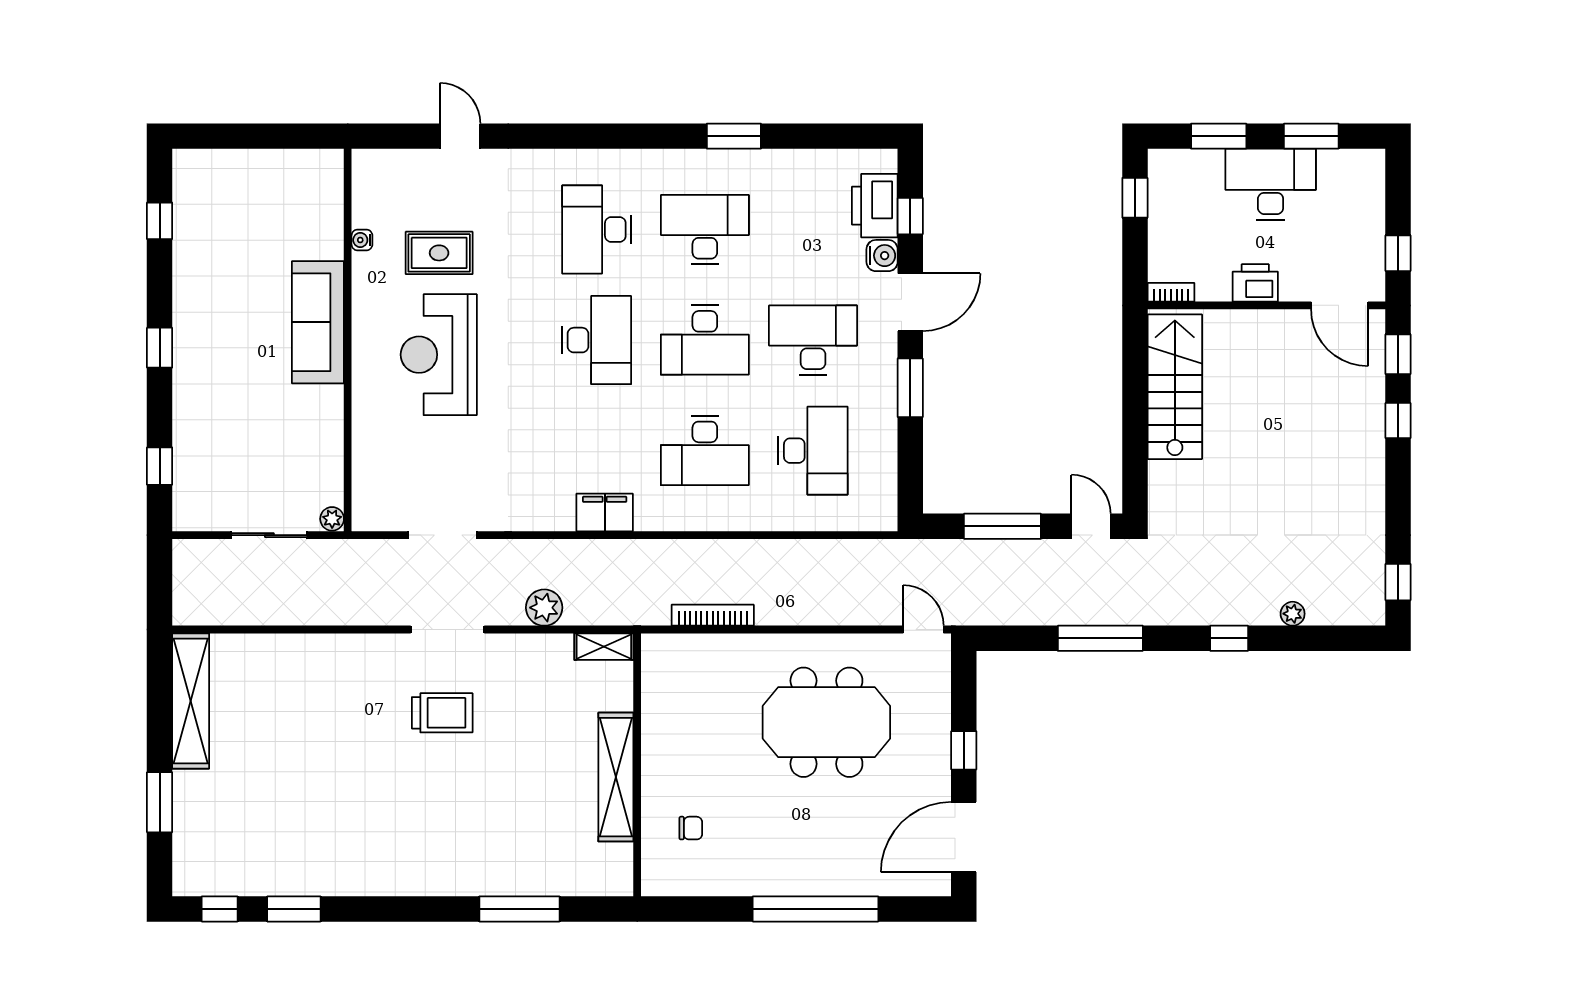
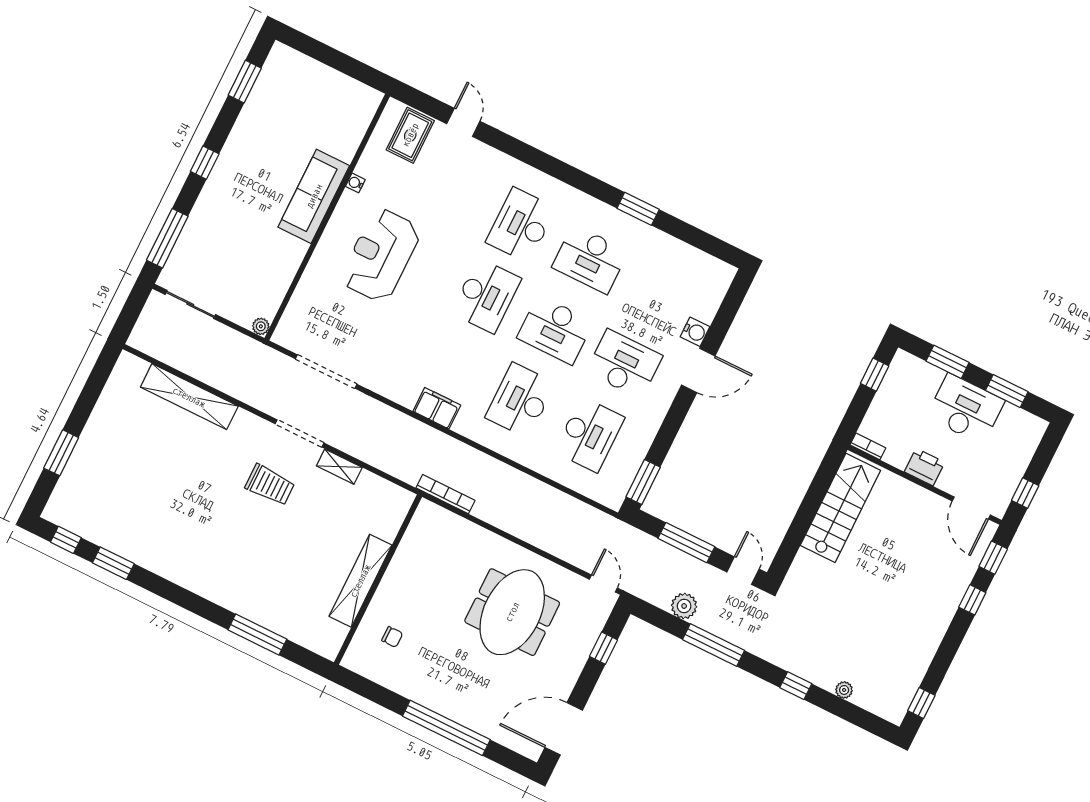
printer: (875, 206) -> (706, 298), removed
window: (910, 216) -> (725, 315), removed
window: (160, 221) -> (245, 82), width x1.50
desk: (705, 230) -> (590, 259), turned 180
water cooler: (362, 240) -> (355, 183), moved
rug: (439, 253) -> (410, 135), moved, turned 90
window: (910, 388) -> (643, 482), moved
desk: (705, 451) -> (520, 400), turned 90
window: (160, 466) -> (167, 238), width x2.17
sliding door: (269, 535) -> (190, 304), moved
doorway: (442, 535) -> (326, 372), width x1.36
plant: (544, 608) -> (684, 606), moved
bookcase: (713, 615) -> (445, 494), moved
shelving: (604, 647) -> (339, 467), moved
shelving: (191, 701) -> (189, 397), moved, turned 90
meeting table: (826, 722) -> (512, 612), turned 90
window: (964, 750) -> (604, 648), moved

